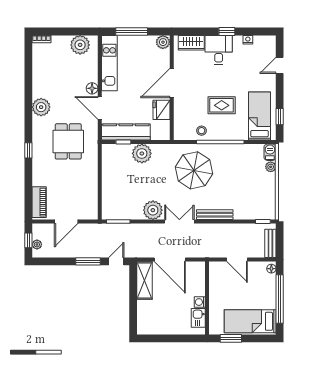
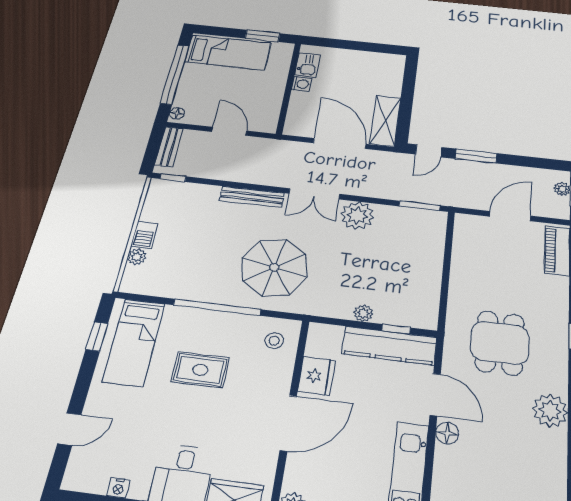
stool: (201, 131) -> (274, 341), moved
barbecue: (270, 152) -> (145, 235), moved
plant: (142, 153) -> (363, 313), width x0.53, depth x0.53

